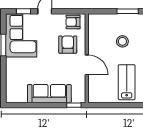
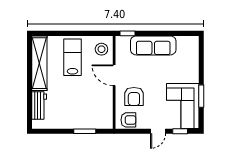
window: (128, 11) -> (85, 131), moved
stool: (122, 41) -> (101, 49), moved
lab bench: (127, 82) -> (73, 57), turned 180

